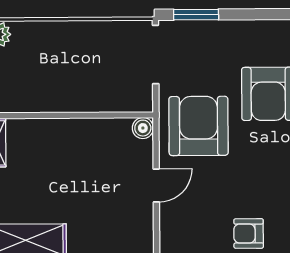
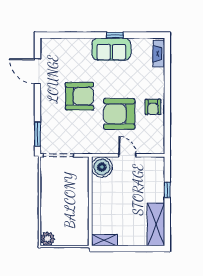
armchair: (199, 126) -> (119, 114), moved
boiler: (143, 128) -> (102, 167), width x1.86, depth x1.86

